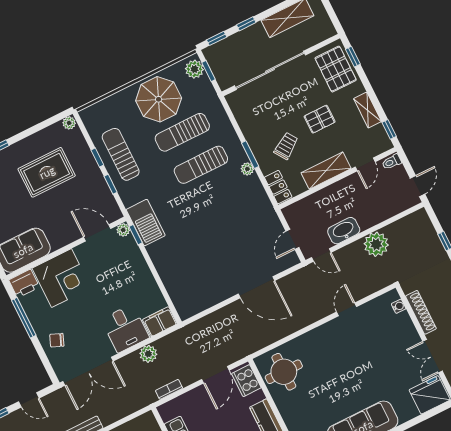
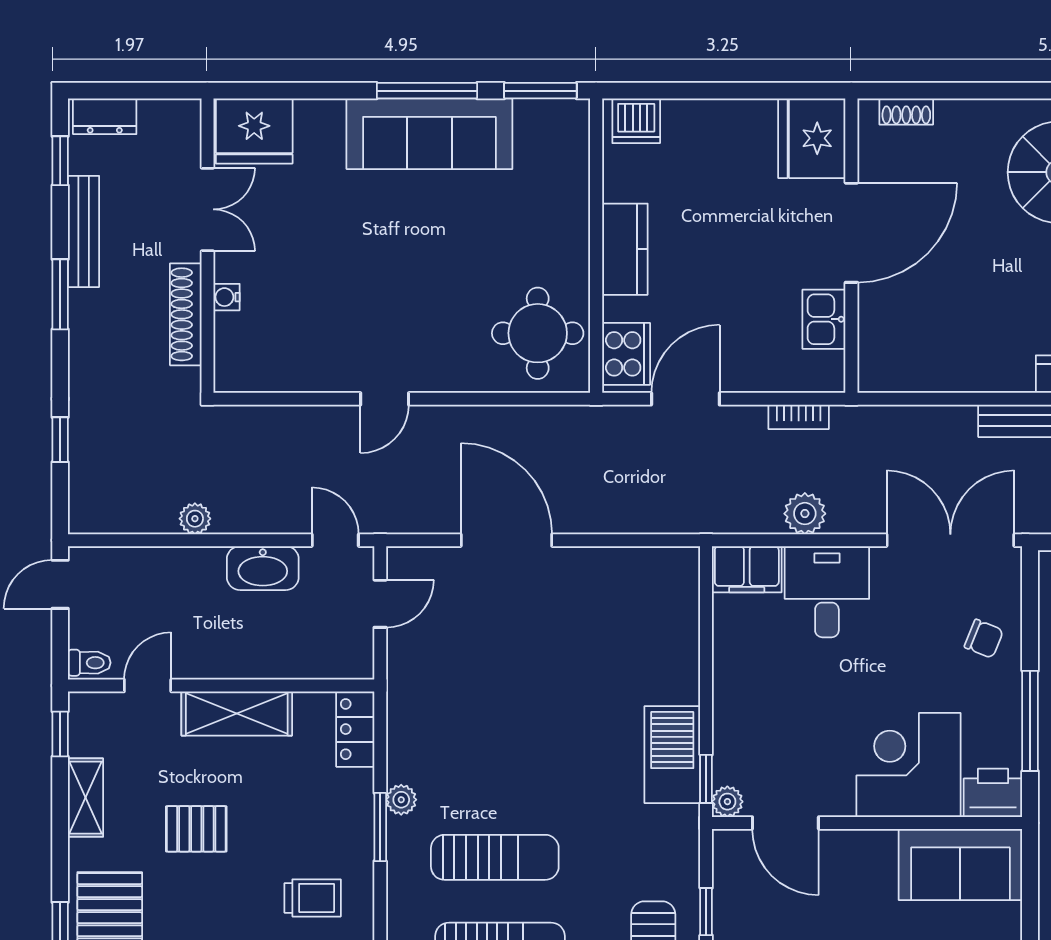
trolley: (286, 146) -> (313, 898), moved, turned -146
barbecue: (146, 223) -> (672, 755), moved
plant: (376, 244) -> (195, 519), width x0.53, depth x0.53
water cooler: (399, 306) -> (226, 297), moved
door: (347, 309) -> (385, 399), moved

